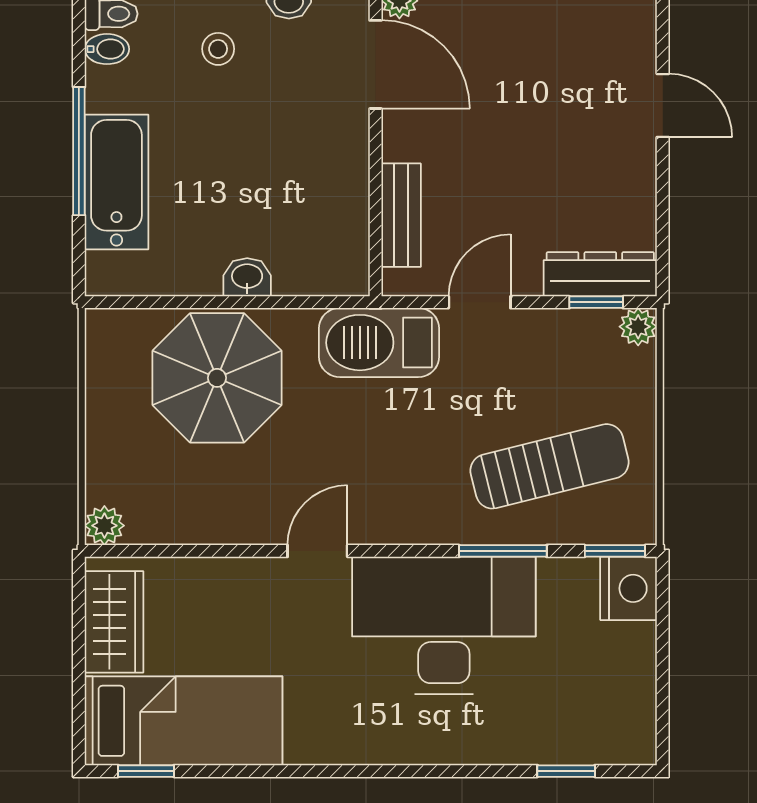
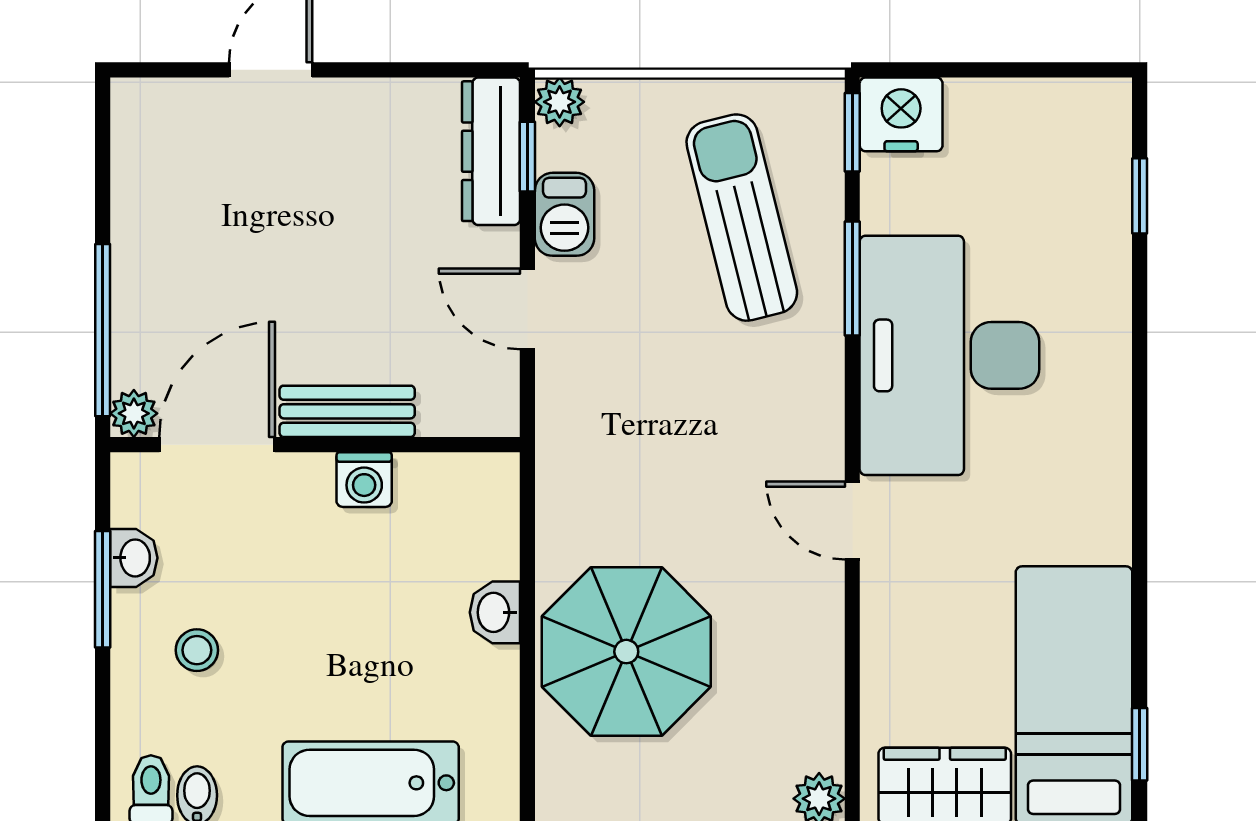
washing machine: (349, 177) -> (364, 480), added
bench: (401, 215) -> (347, 411), moved
barbecue: (379, 343) -> (564, 214), moved, width x0.53, depth x0.65

